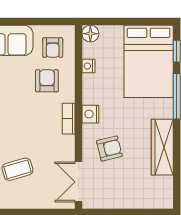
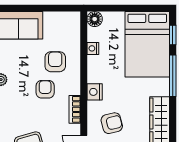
armchair: (53, 48) -> (45, 89), moved, turned 180
bookcase: (69, 119) -> (75, 109), moved

